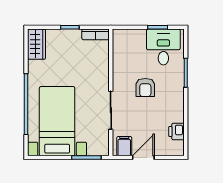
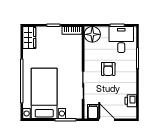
floor lamp: (123, 40) -> (92, 34), added
door: (143, 158) -> (107, 120), hinge flipped

